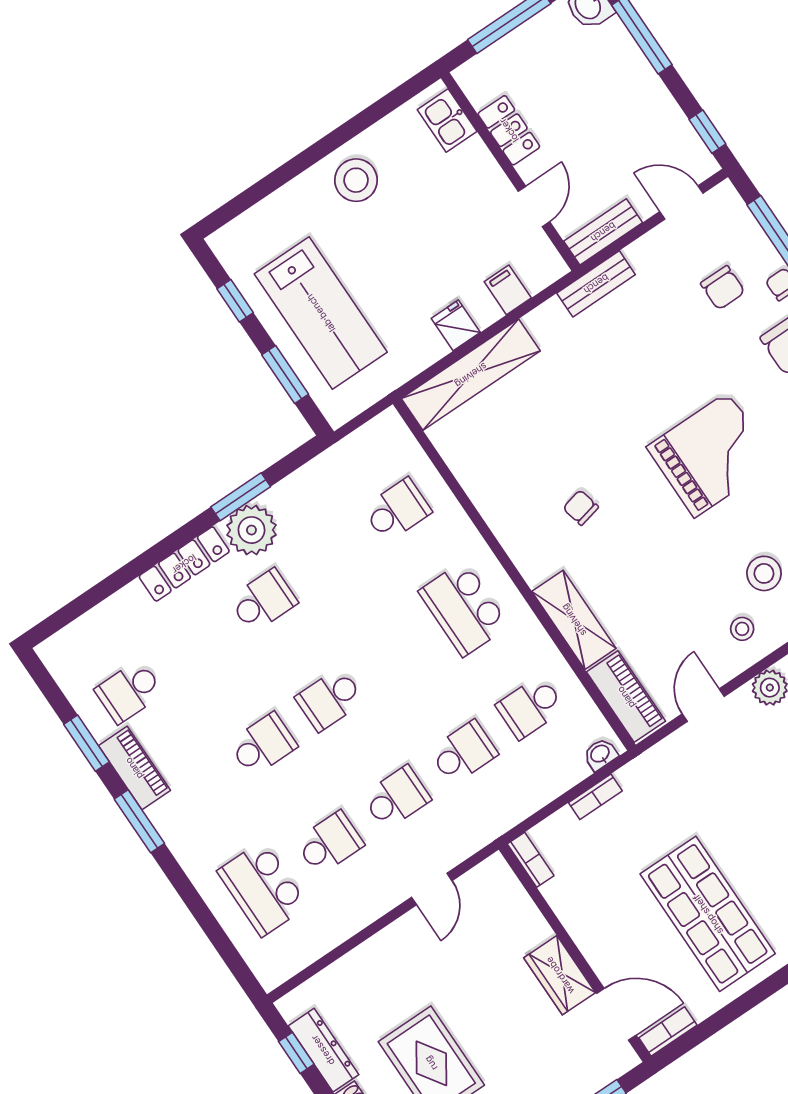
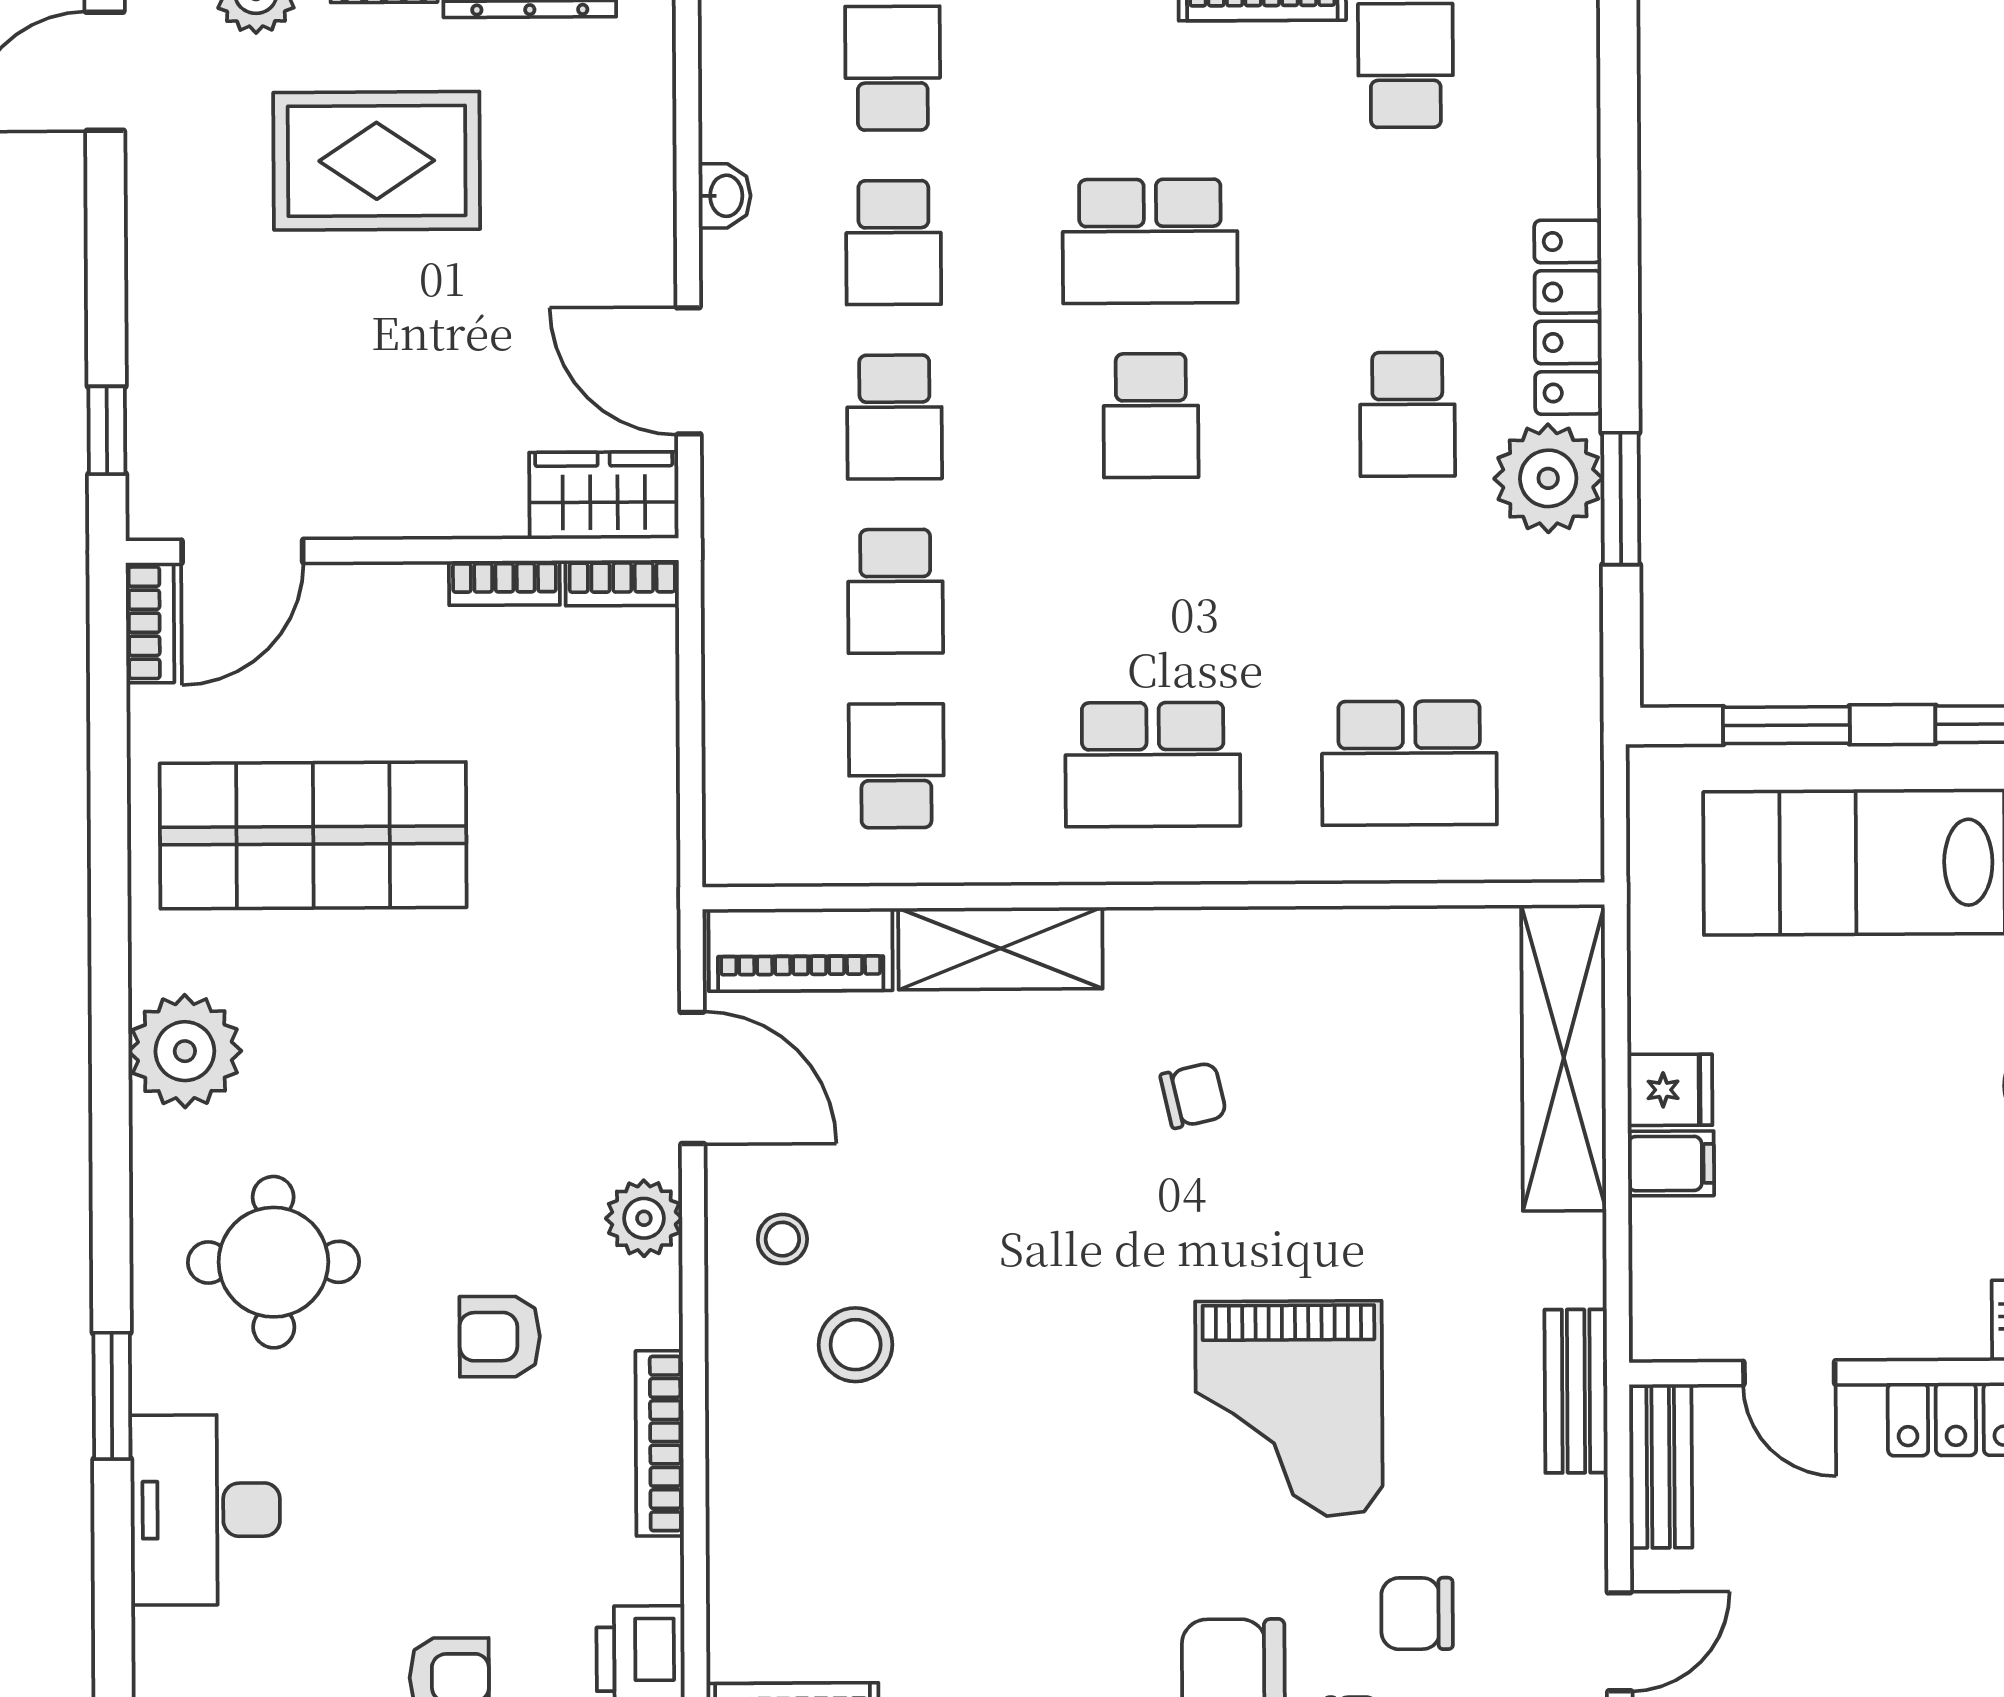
filing cabinet: (508, 290) -> (1671, 1163), moved
grand piano: (711, 455) -> (1289, 1409), moved
school desk: (397, 510) -> (1409, 763), width x1.85
school desk: (464, 609) -> (1153, 764), turned 180
school desk: (330, 699) -> (1151, 416), turned 180
door: (703, 705) -> (692, 1078), width x1.38
school desk: (263, 745) -> (1150, 241), width x1.85
washbasin: (600, 754) -> (725, 196), moved
bookcase: (595, 797) -> (504, 583), moved, turned -90
school desk: (263, 888) -> (893, 68), width x0.54
door: (432, 889) -> (689, 371), width x1.38
wardrobe: (560, 975) -> (604, 495), moved

